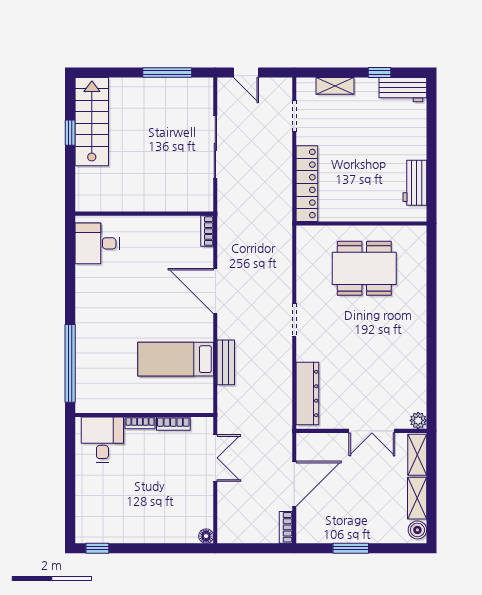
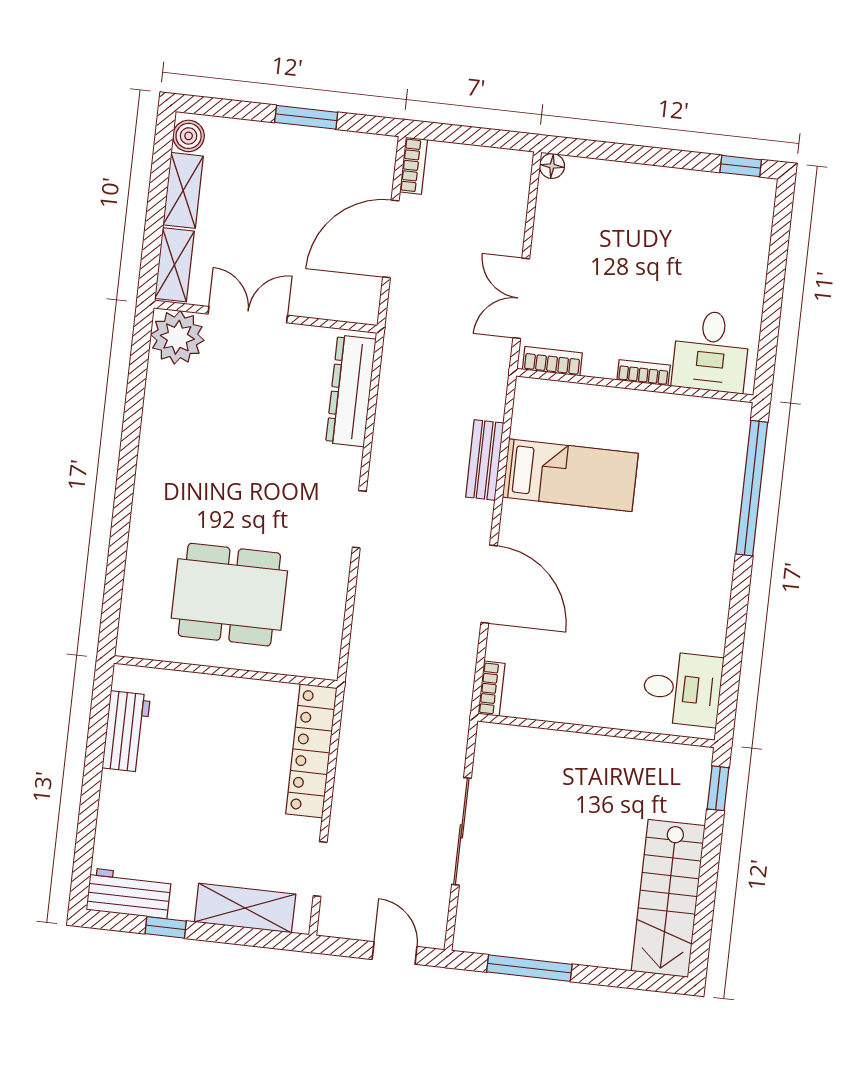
shelving: (335, 86) -> (245, 908), width x1.50, depth x1.33
window: (70, 133) -> (718, 788), moved
plant: (418, 420) -> (177, 337), width x1.88, depth x1.88
bookcase: (173, 424) -> (552, 361), moved

